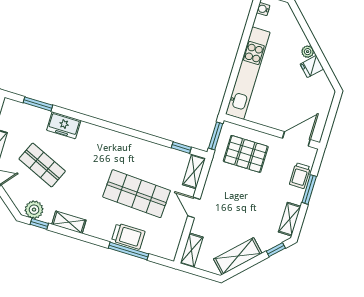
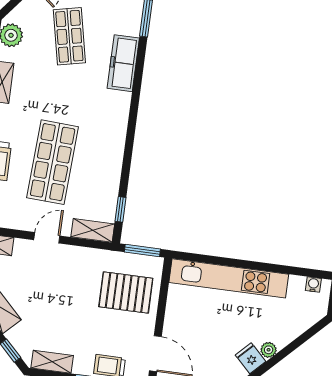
freezer: (64, 125) -> (123, 63), width x1.40
pallet: (246, 154) -> (126, 293), turned 90
shop shelf: (42, 165) -> (69, 36), turned -36

